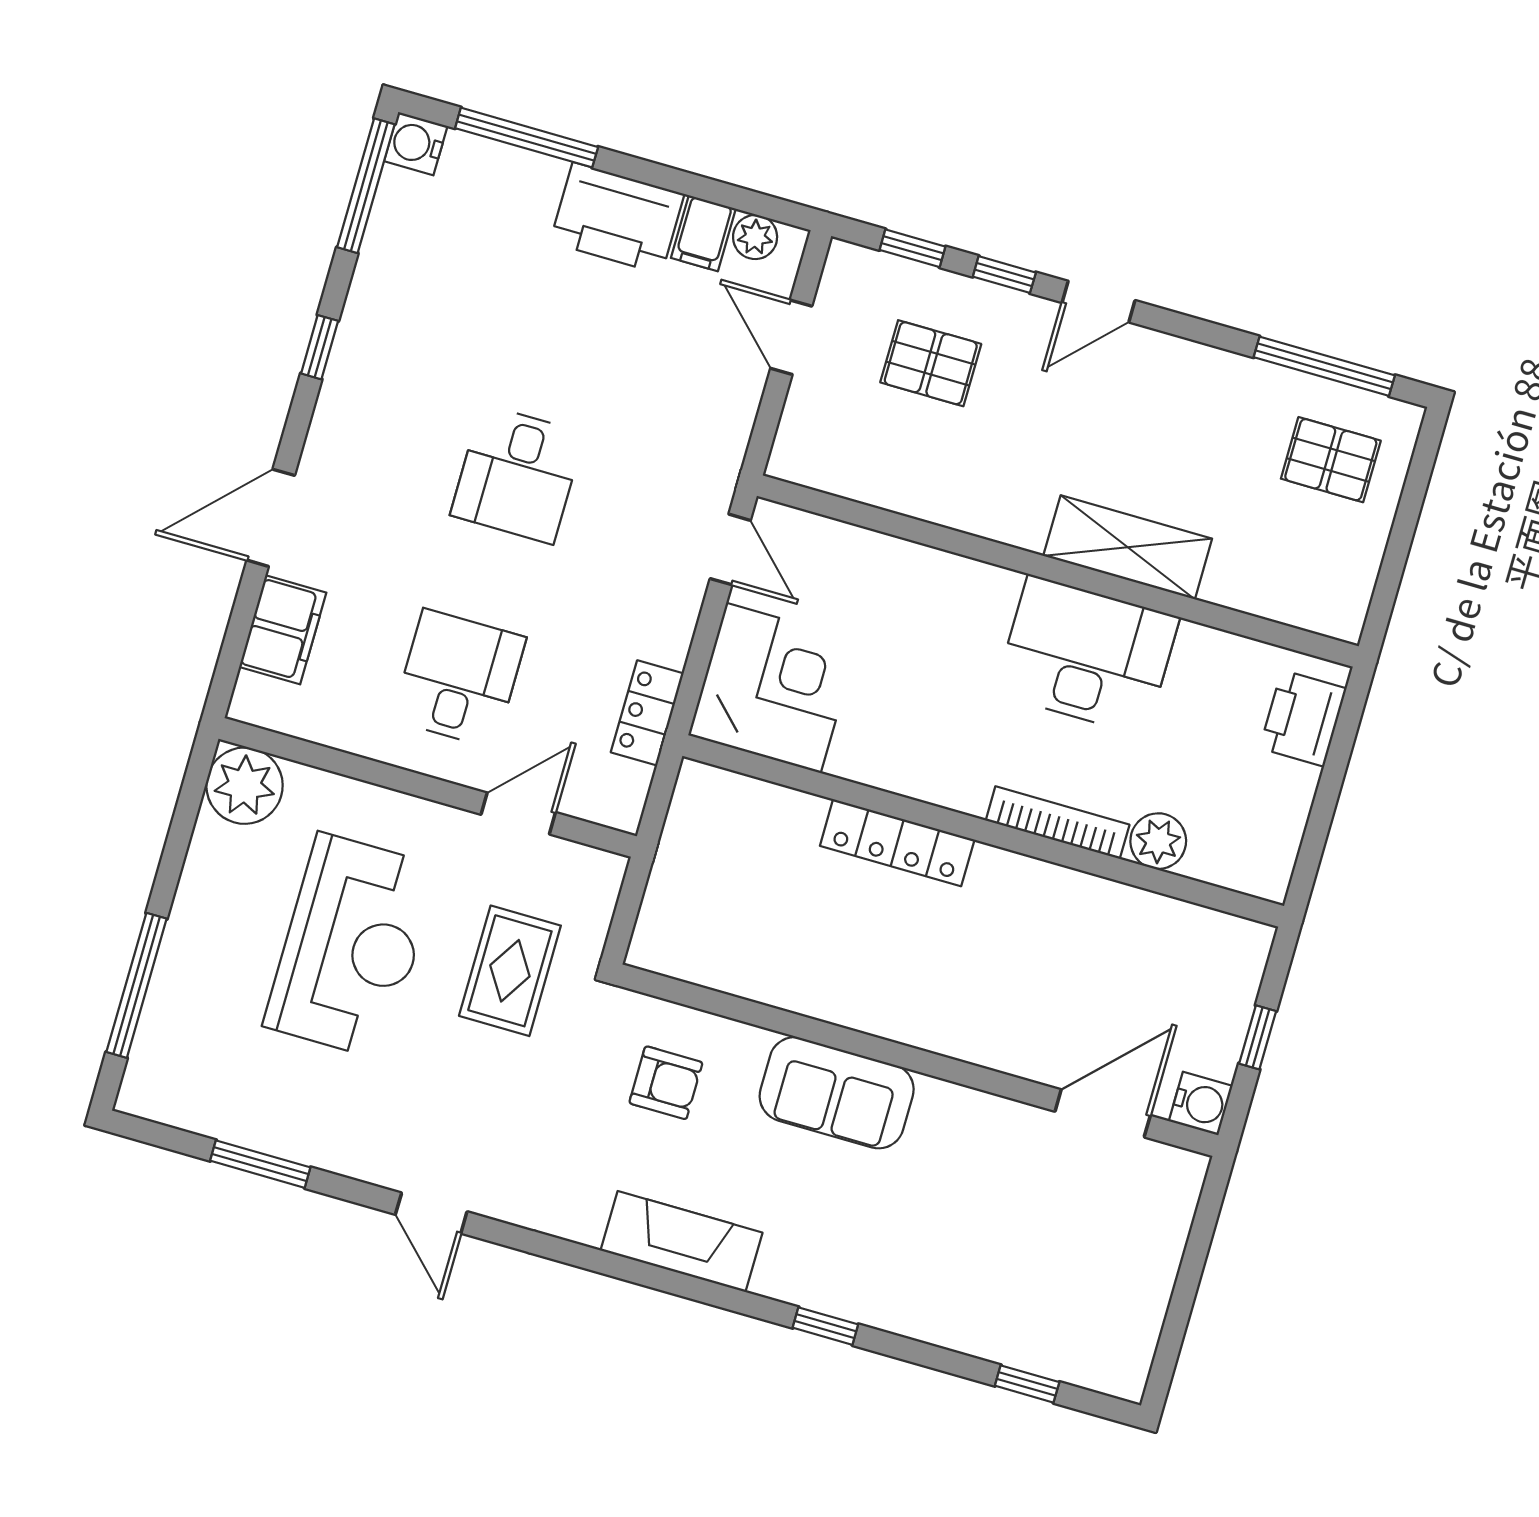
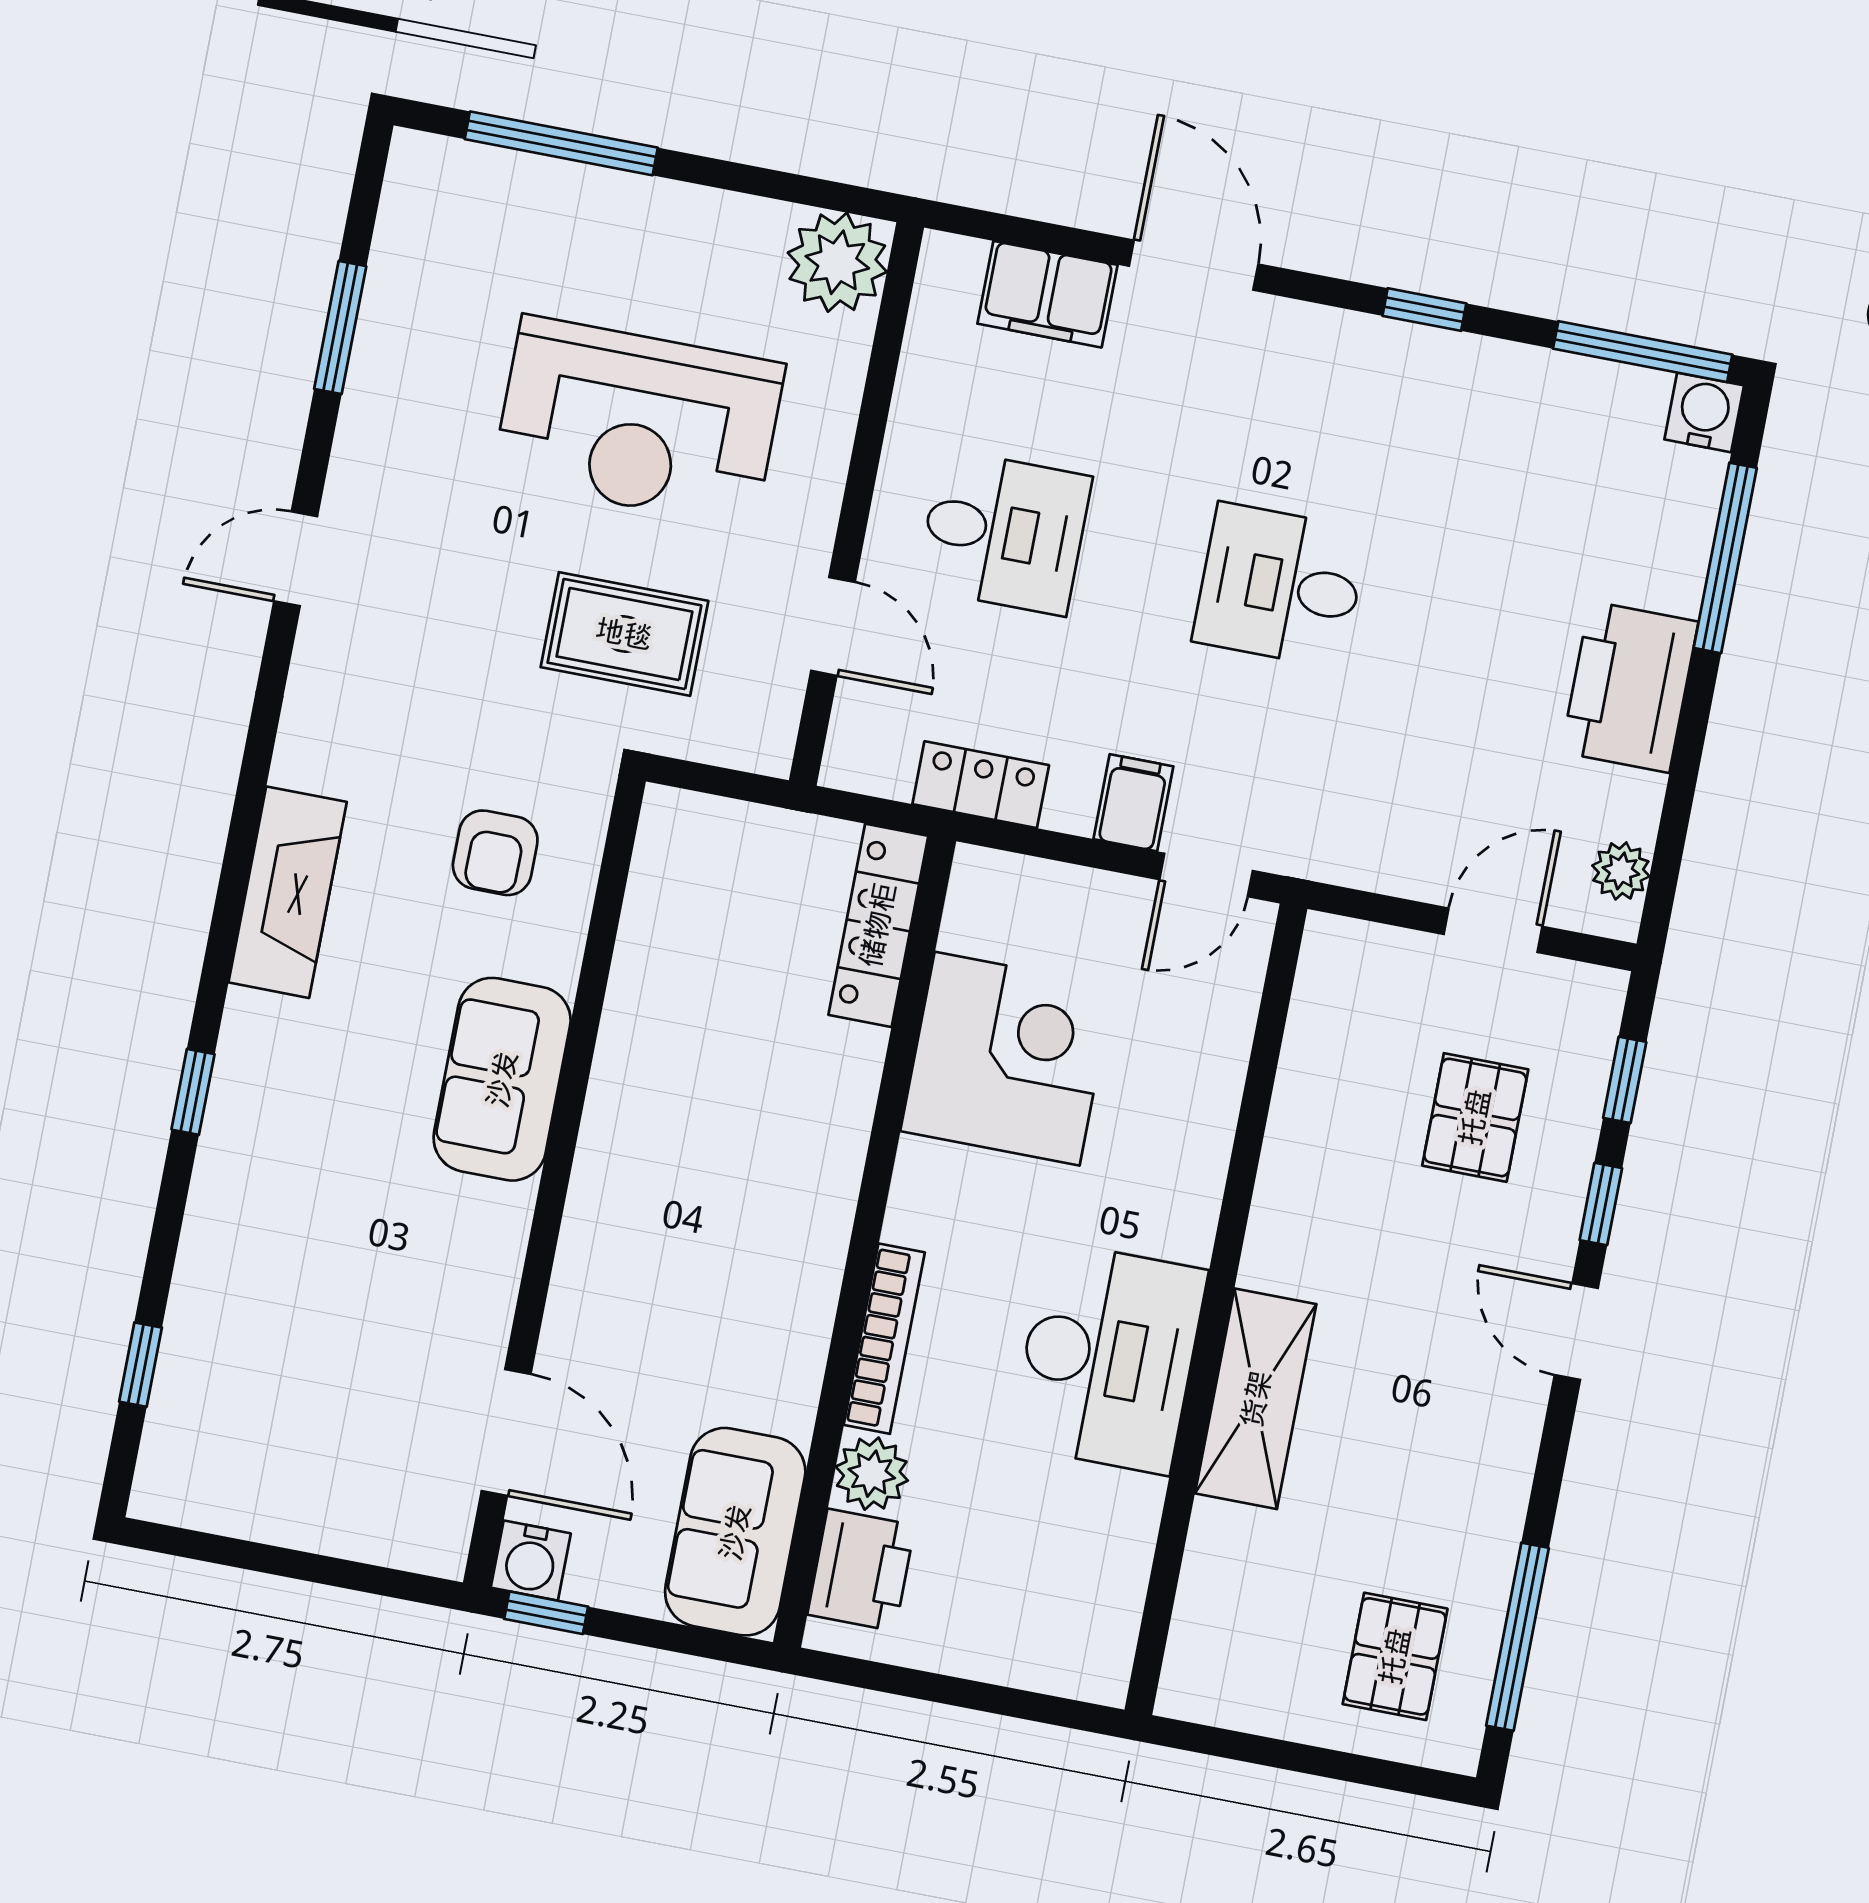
filing cabinet: (703, 233) -> (1133, 803), moved, turned 90
corner desk: (773, 688) -> (1007, 1059), moved, turned -90
printer: (1303, 718) -> (861, 1570), moved, turned 90
locker: (897, 843) -> (878, 925), moved
sofa: (1193, 948) -> (735, 1532), added
window: (1258, 1037) -> (546, 1613), moved

